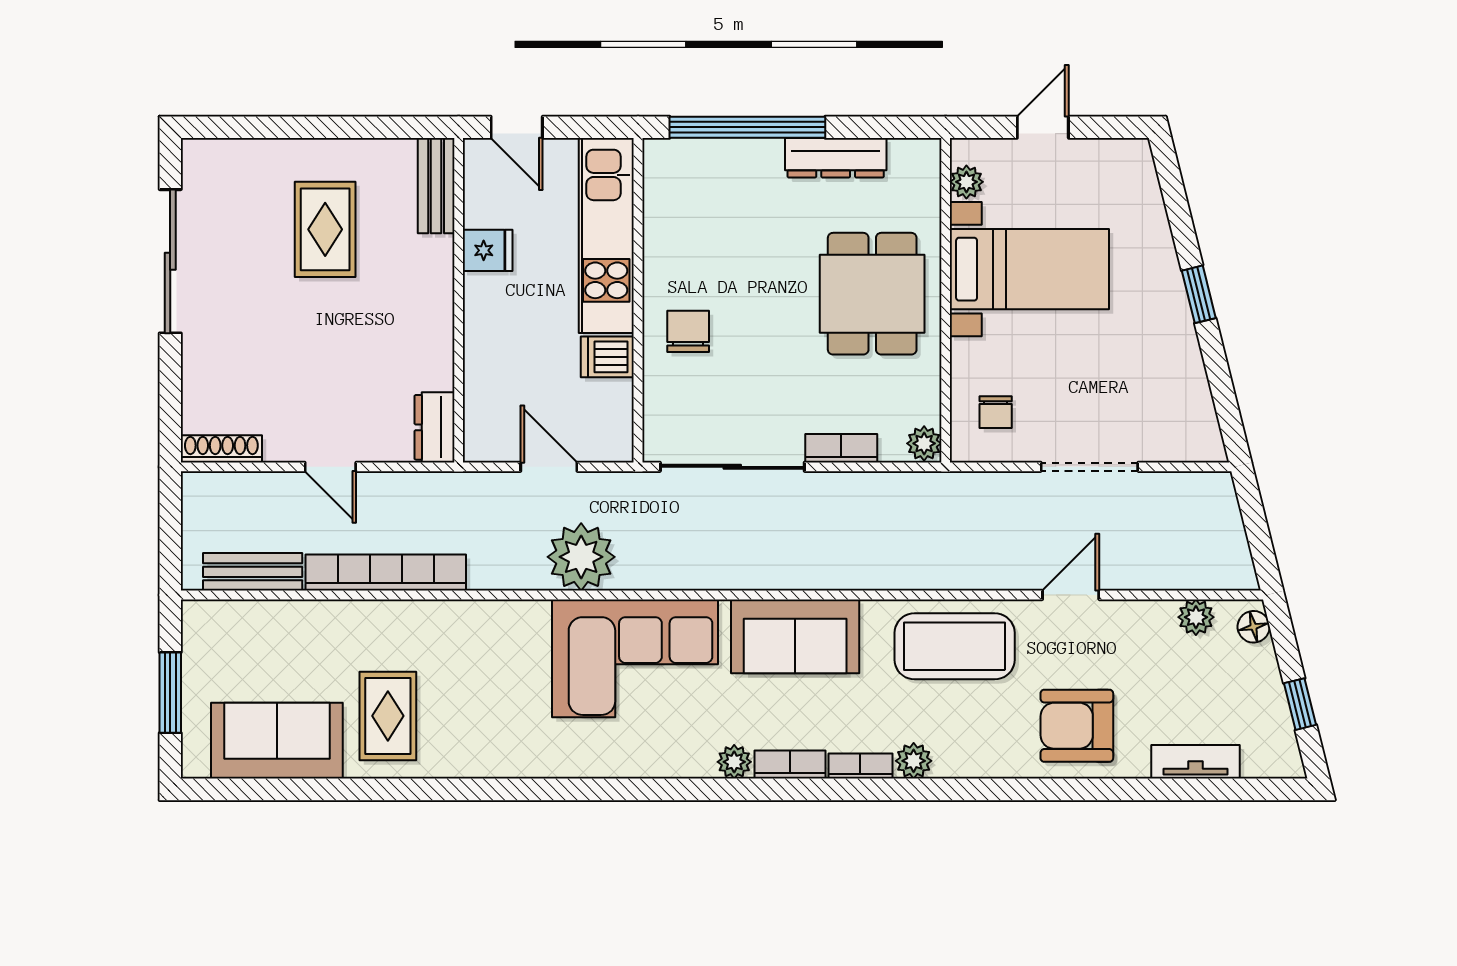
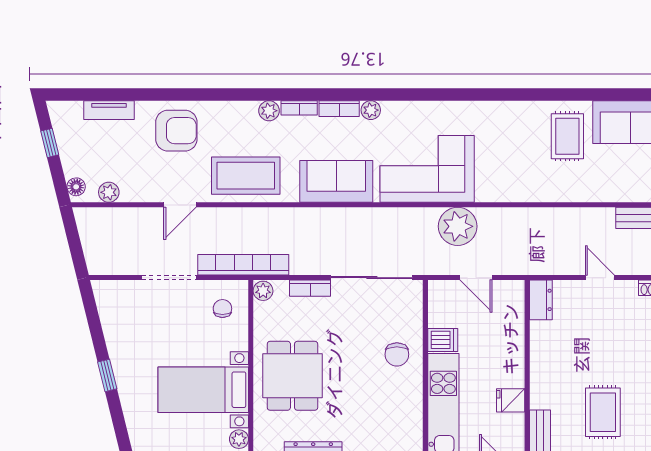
bookcase: (386, 573) -> (243, 265), moved, turned 180

